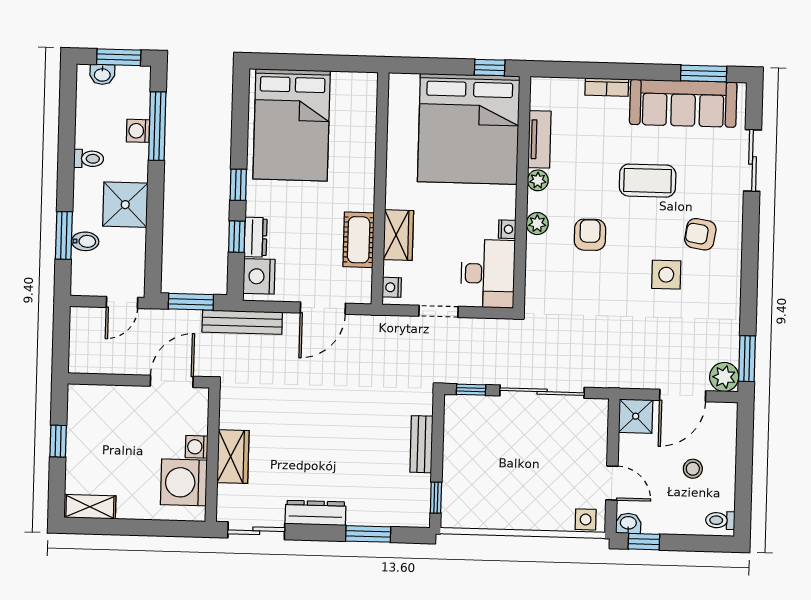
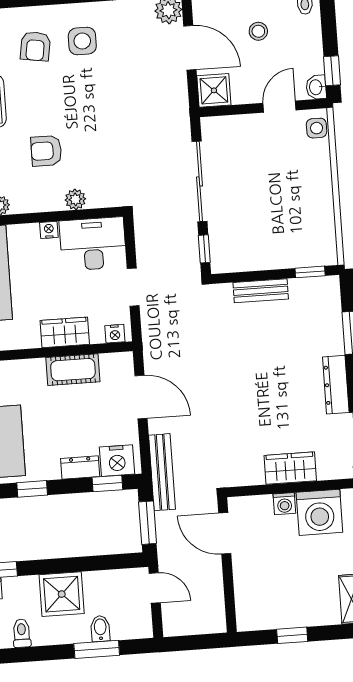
plant: (537, 224) -> (75, 199), moved
window: (237, 237) -> (107, 484), moved
side table: (666, 275) -> (82, 41), moved

